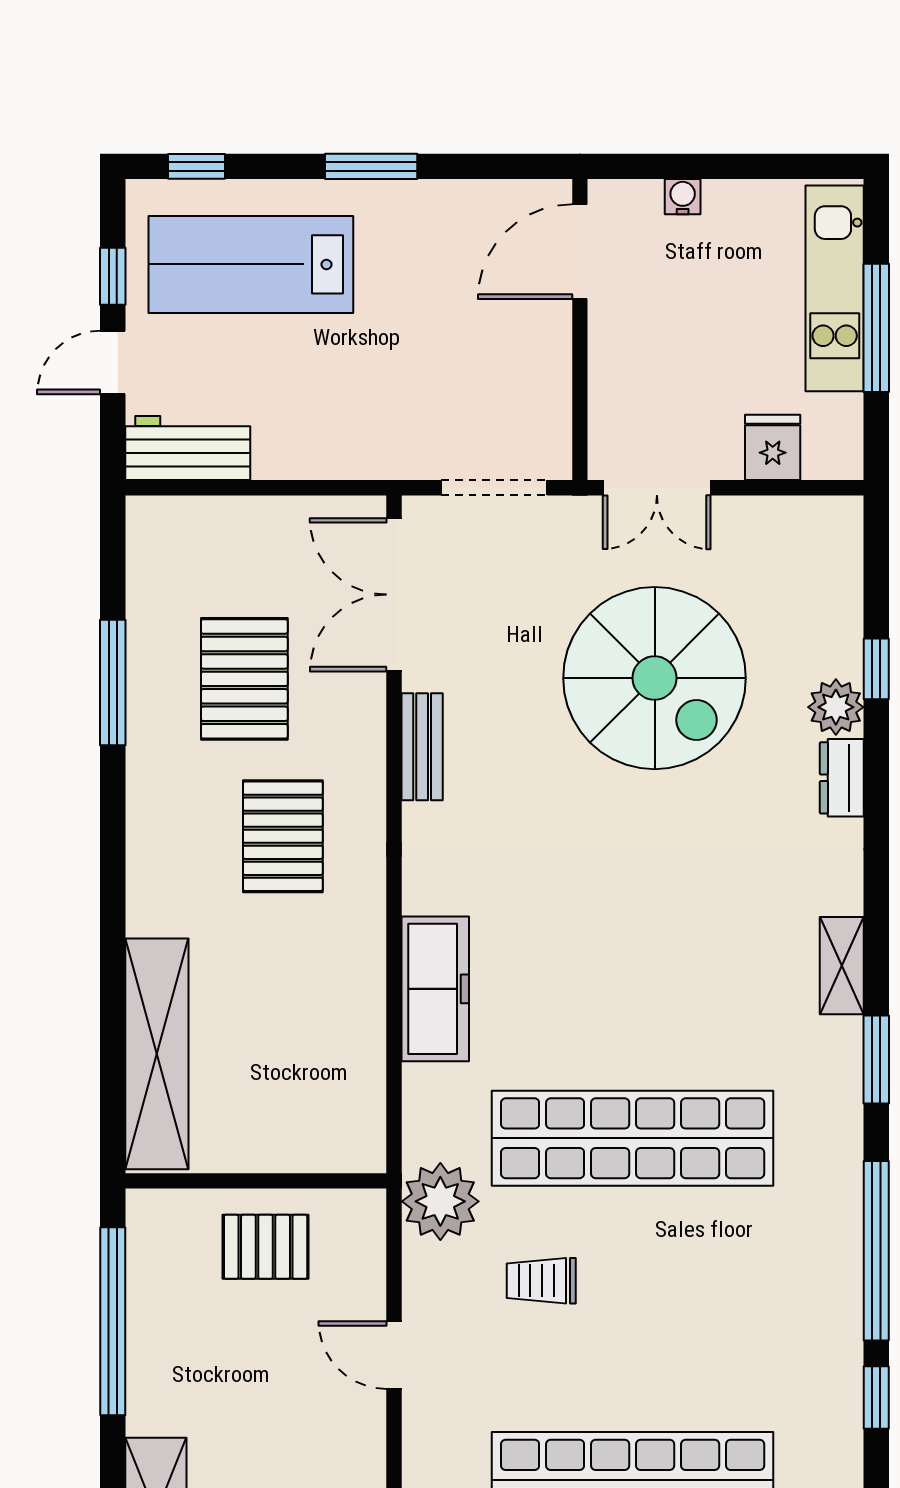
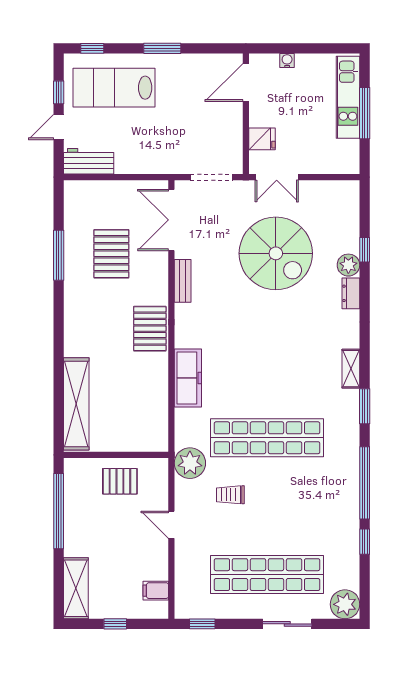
fridge: (773, 447) -> (262, 139), moved, turned 90
pallet: (283, 836) -> (150, 329), moved

